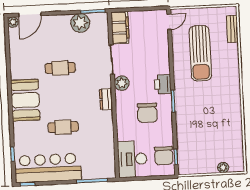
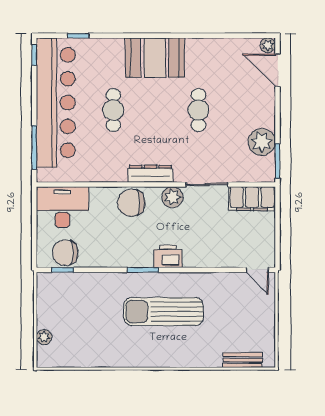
sun lounger: (200, 53) -> (164, 312), moved
dresser: (106, 99) -> (150, 174), width x1.44
chair: (147, 113) -> (131, 203), moved
bar counter: (48, 168) -> (56, 103), width x1.36

